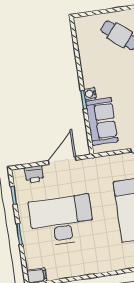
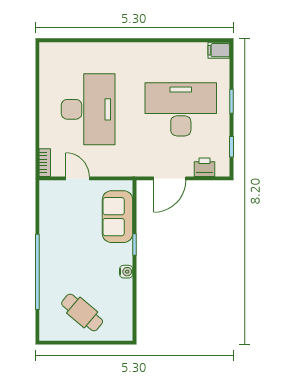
water cooler: (90, 94) -> (126, 272), moved
desk: (62, 221) -> (181, 109), turned 180

